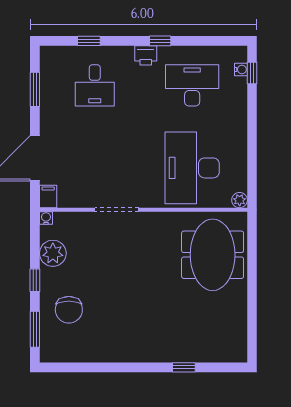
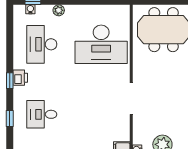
window: (160, 41) -> (10, 81), moved
desk: (95, 85) -> (42, 114), turned 180
plant: (240, 200) -> (59, 10), moved

